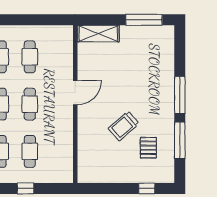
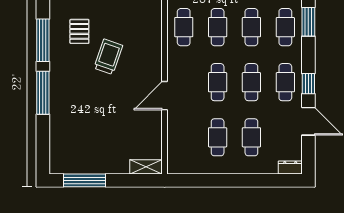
shelving: (98, 34) -> (146, 167), width x0.67, depth x0.75
trolley: (124, 126) -> (108, 57), turned -30
cafe table: (59, 151) -> (184, 27), added

